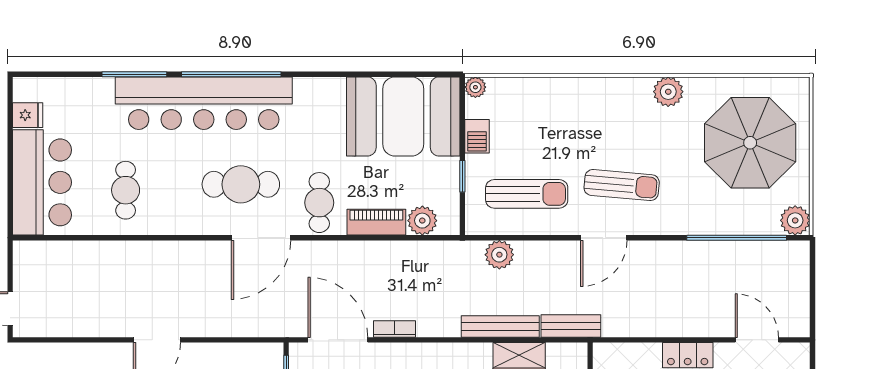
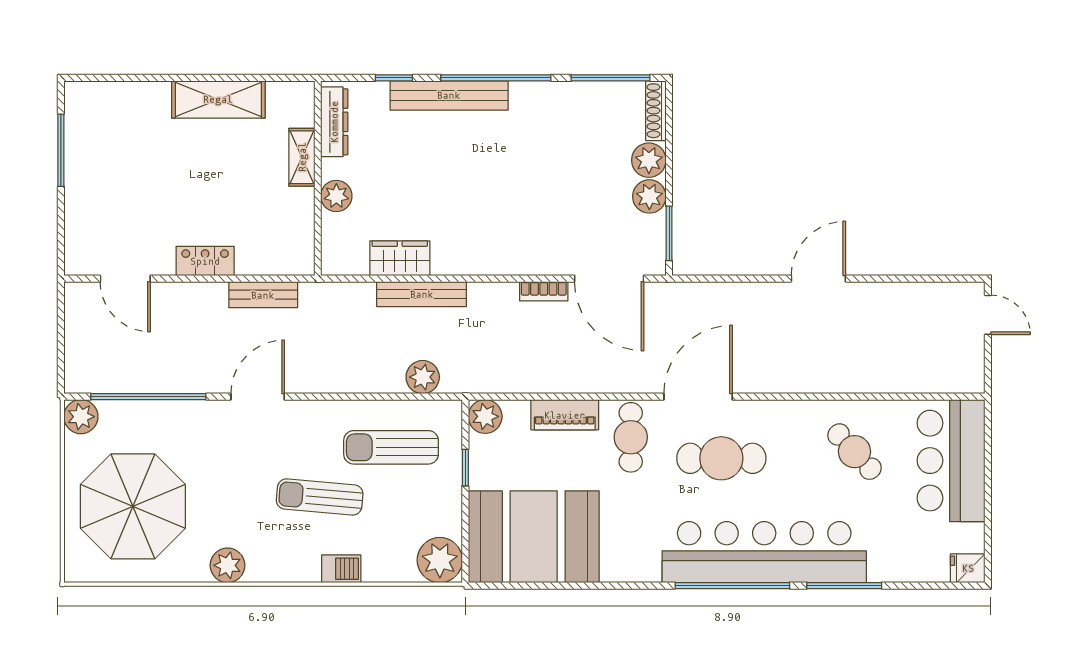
plant: (475, 87) -> (440, 560), width x1.87, depth x1.87
fridge: (28, 115) -> (968, 568), moved
barbecue: (477, 136) -> (341, 569), moved, turned 90
sun lounger: (622, 185) -> (320, 497), moved
cafe table: (126, 190) -> (854, 452), turned -43
plant: (422, 221) -> (485, 416), moved
door: (604, 238) -> (258, 397), moved
bench: (571, 326) -> (263, 295), moved

